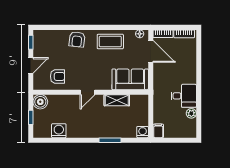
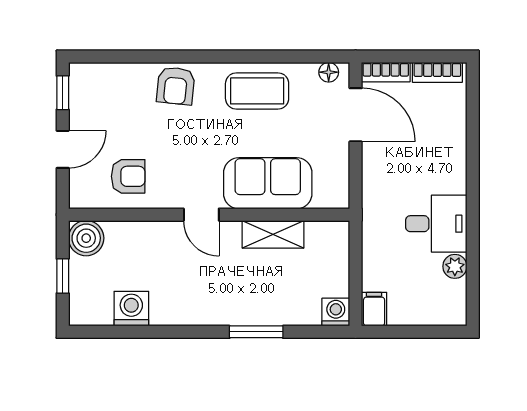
sofa: (130, 79) -> (268, 183), moved
door: (87, 92) -> (201, 215), hinge flipped

